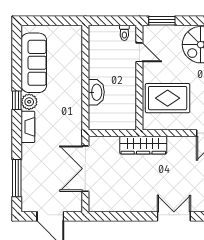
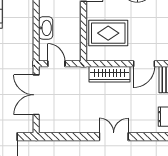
door: (108, 133) -> (56, 64), added
wardrobe: (143, 145) -> (110, 74), moved

